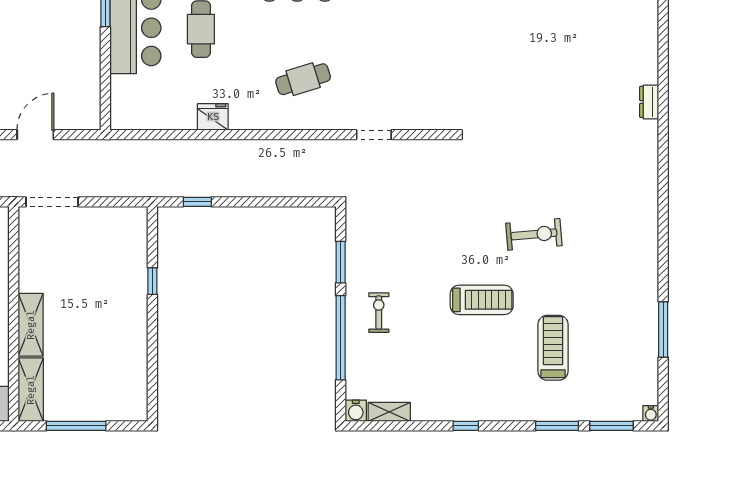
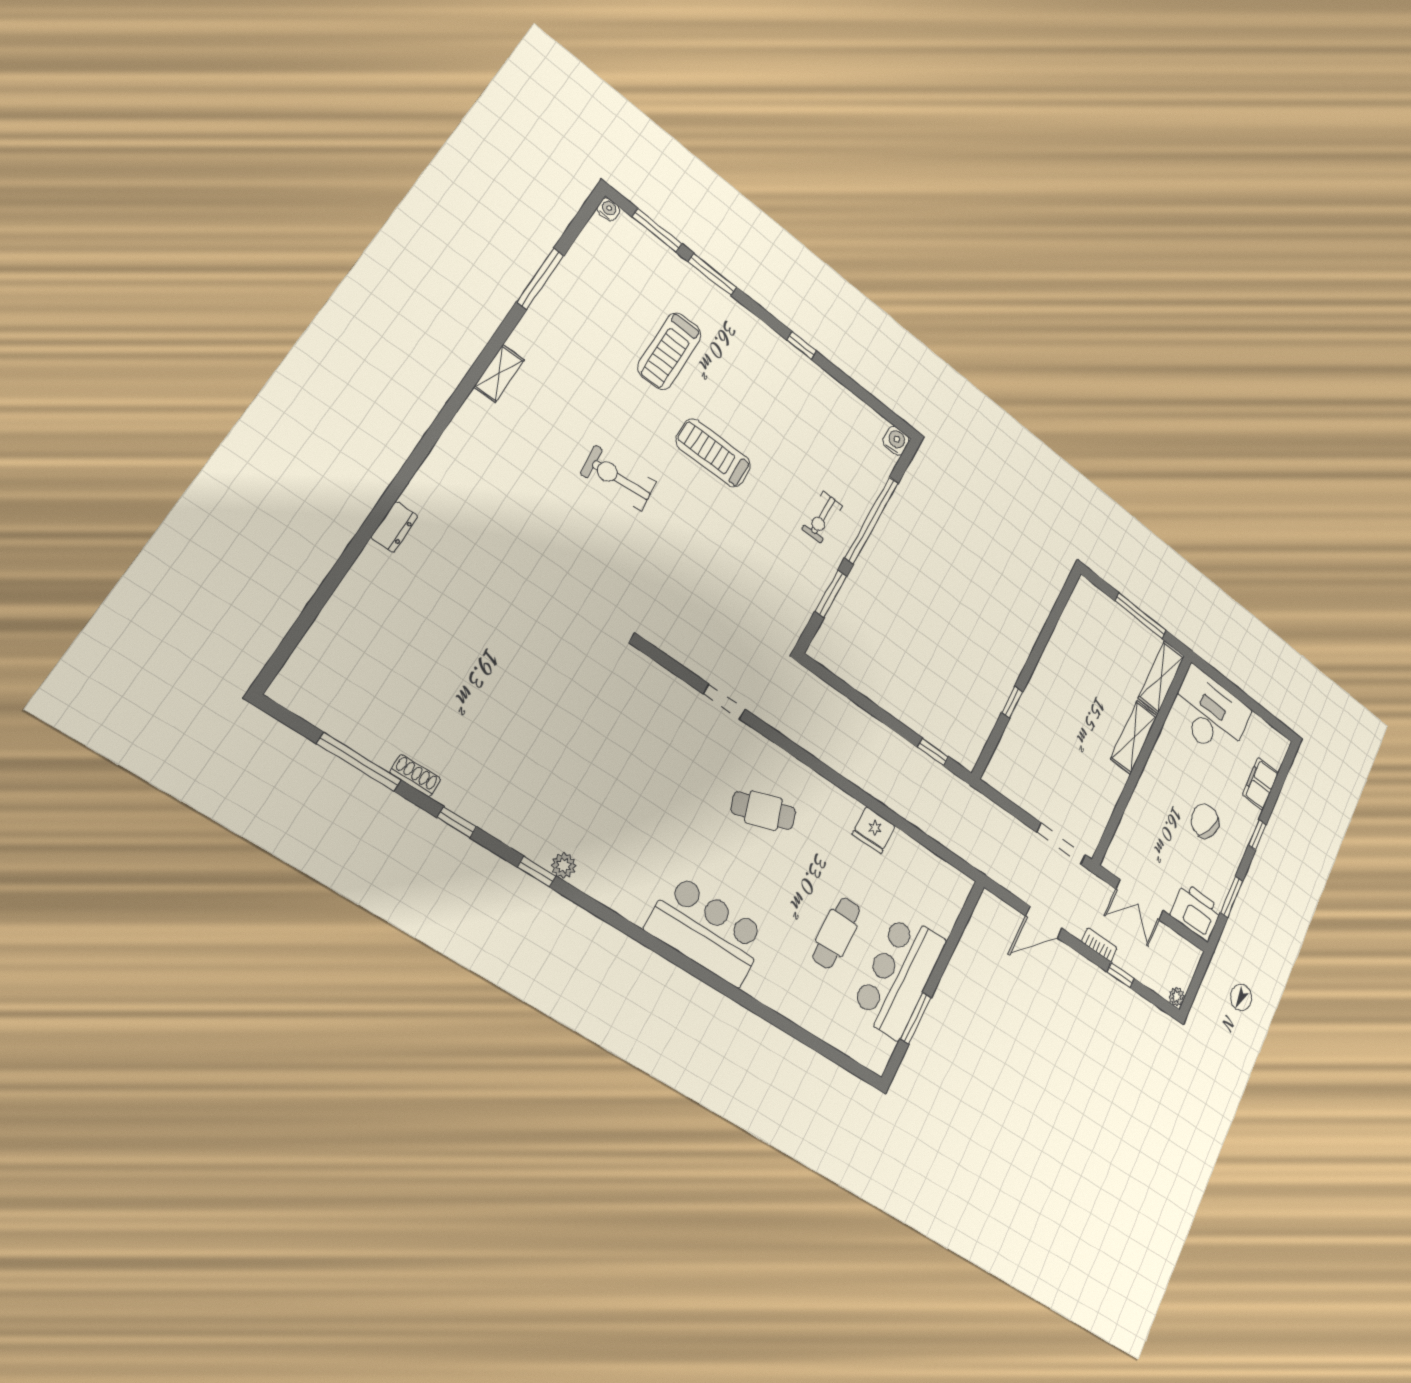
shelving: (389, 412) -> (499, 373), moved, turned 90

